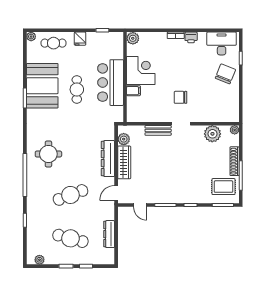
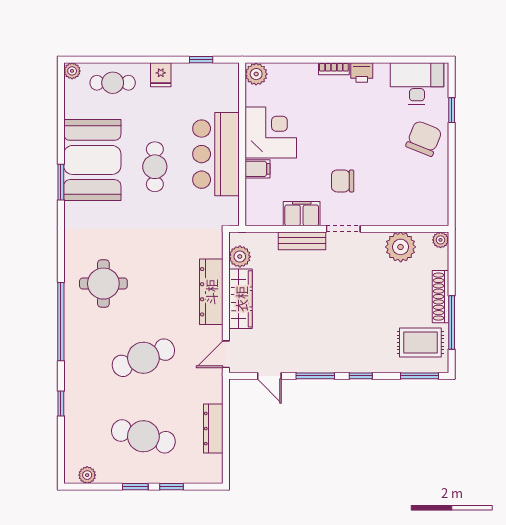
filing cabinet: (158, 115) -> (302, 214), added

